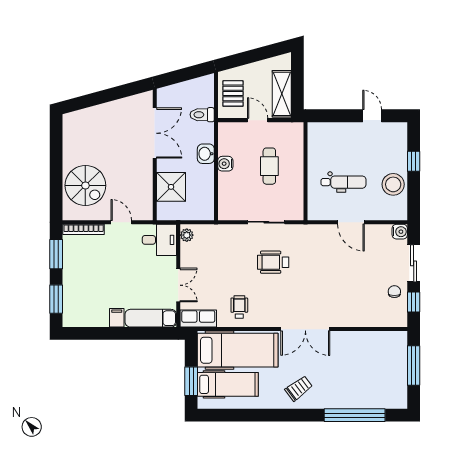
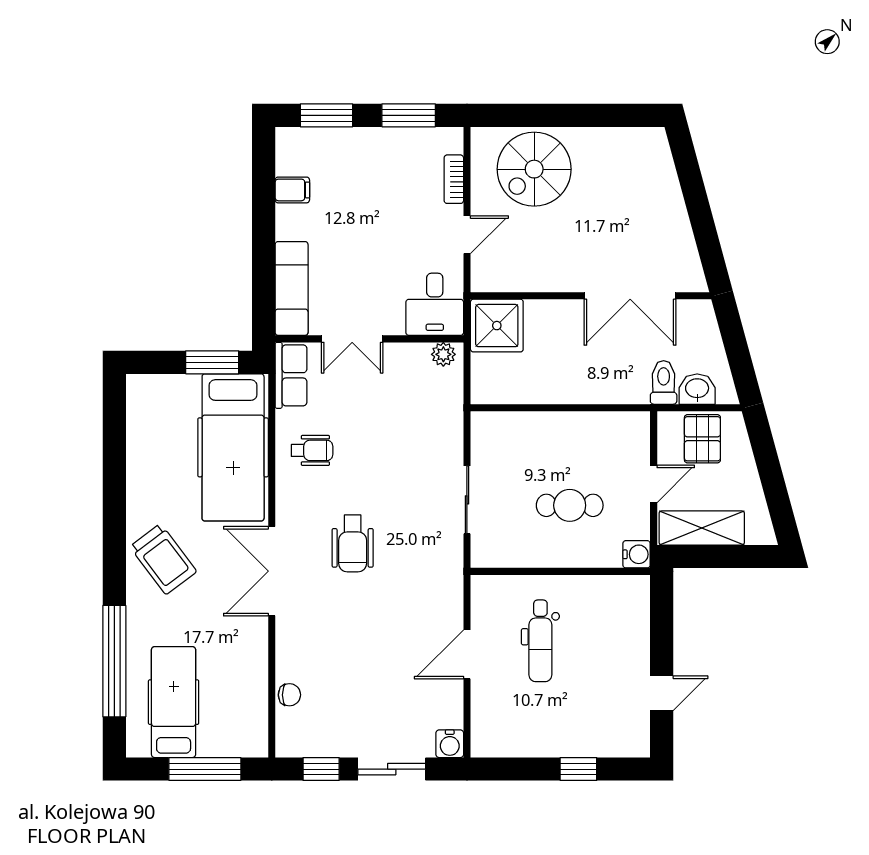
pallet: (233, 93) -> (702, 439), turned 90
washbasin: (206, 154) -> (697, 389), moved
water cooler: (225, 164) -> (637, 554), moved, turned 90
stool: (393, 184) -> (536, 732), removed
shower: (171, 187) -> (497, 326), moved
bookcase: (84, 229) -> (454, 179), width x0.64
wheelchair: (273, 262) -> (353, 543), moved, turned 180
chair: (394, 292) -> (289, 695), moved
filing cabinet: (117, 318) -> (292, 190), moved
window: (191, 381) -> (212, 362), moved
hospital bed: (228, 384) -> (174, 702), moved, turned 180
trolley: (299, 388) -> (163, 559), width x1.36, depth x1.39

